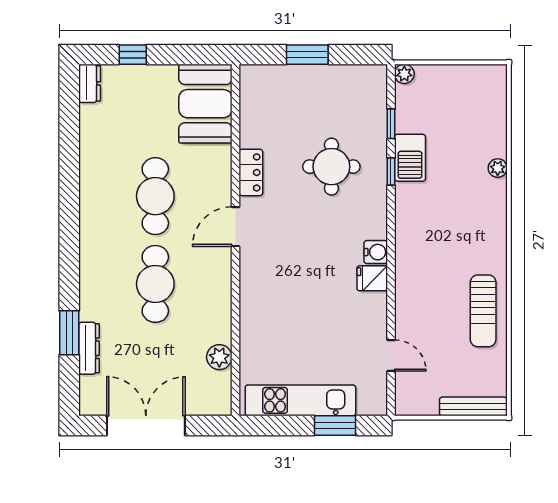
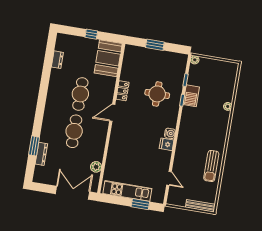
window: (133, 55) -> (91, 34), moved
dresser: (90, 83) -> (57, 60), moved
double door: (146, 425) -> (73, 193), moved

